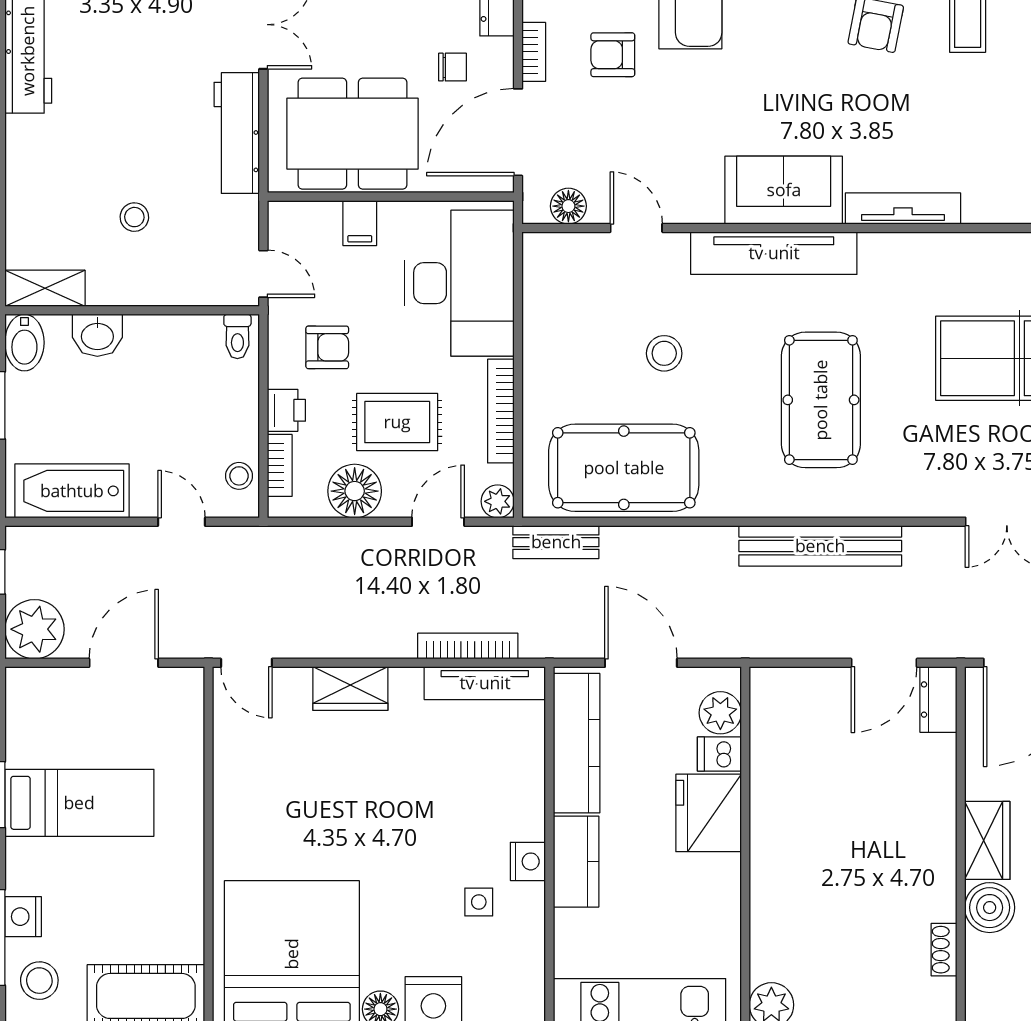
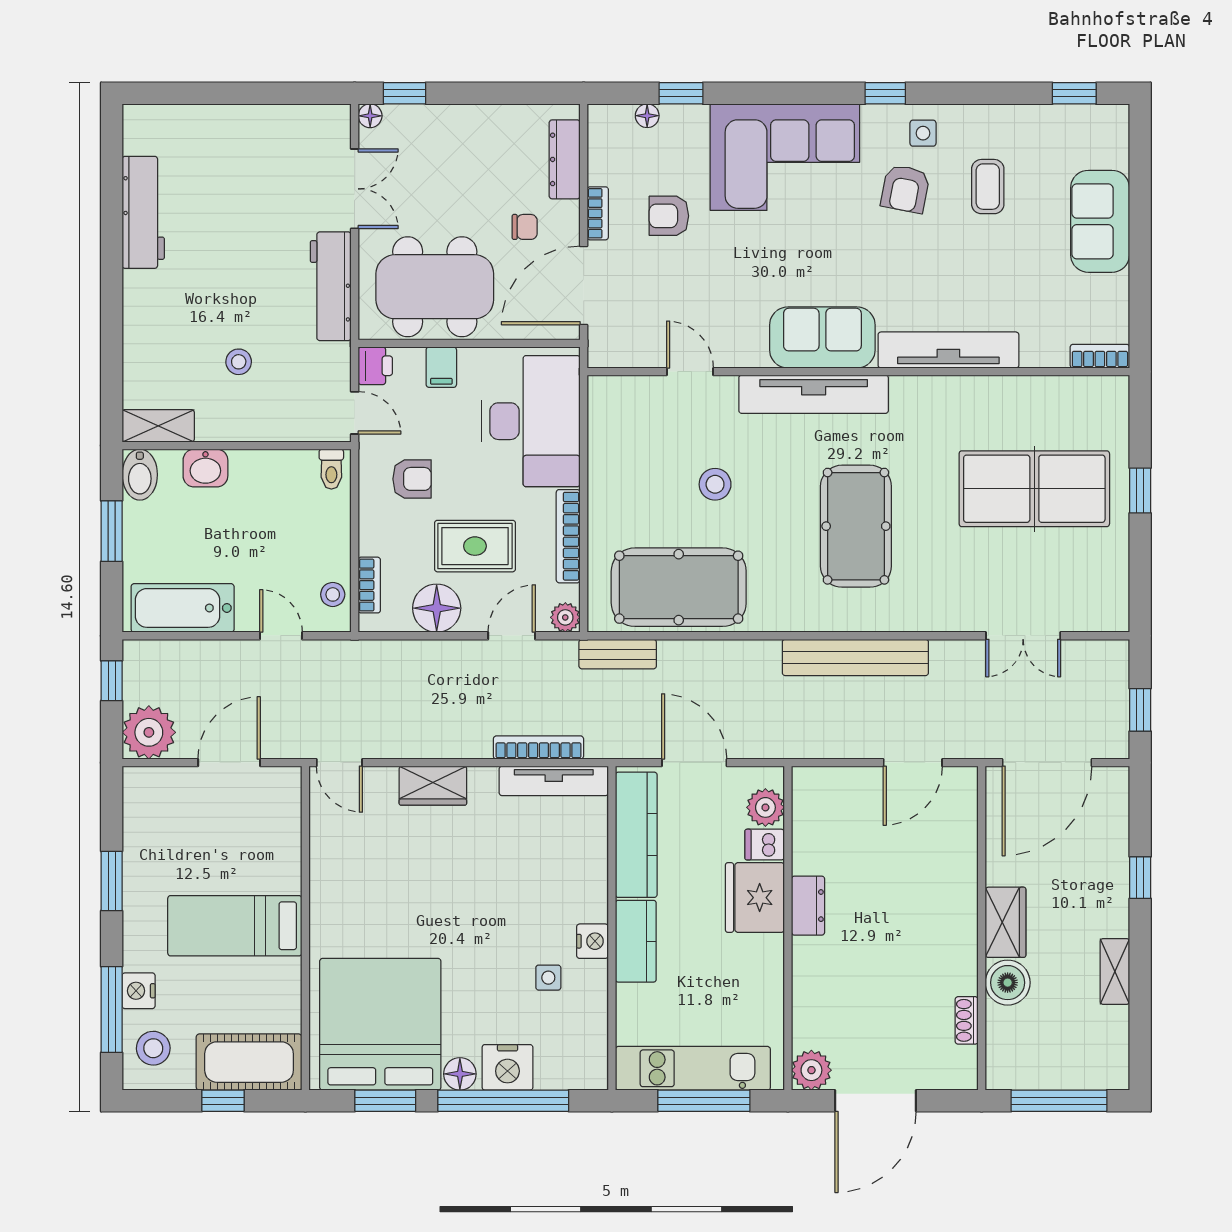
floor lamp: (568, 206) -> (629, 352), removed
tv unit: (903, 208) -> (948, 350), width x1.36, depth x1.29
printer: (286, 410) -> (375, 366), moved
dresser: (938, 700) -> (808, 906), moved, turned 180
bed: (79, 803) -> (235, 926), moved, turned 180

